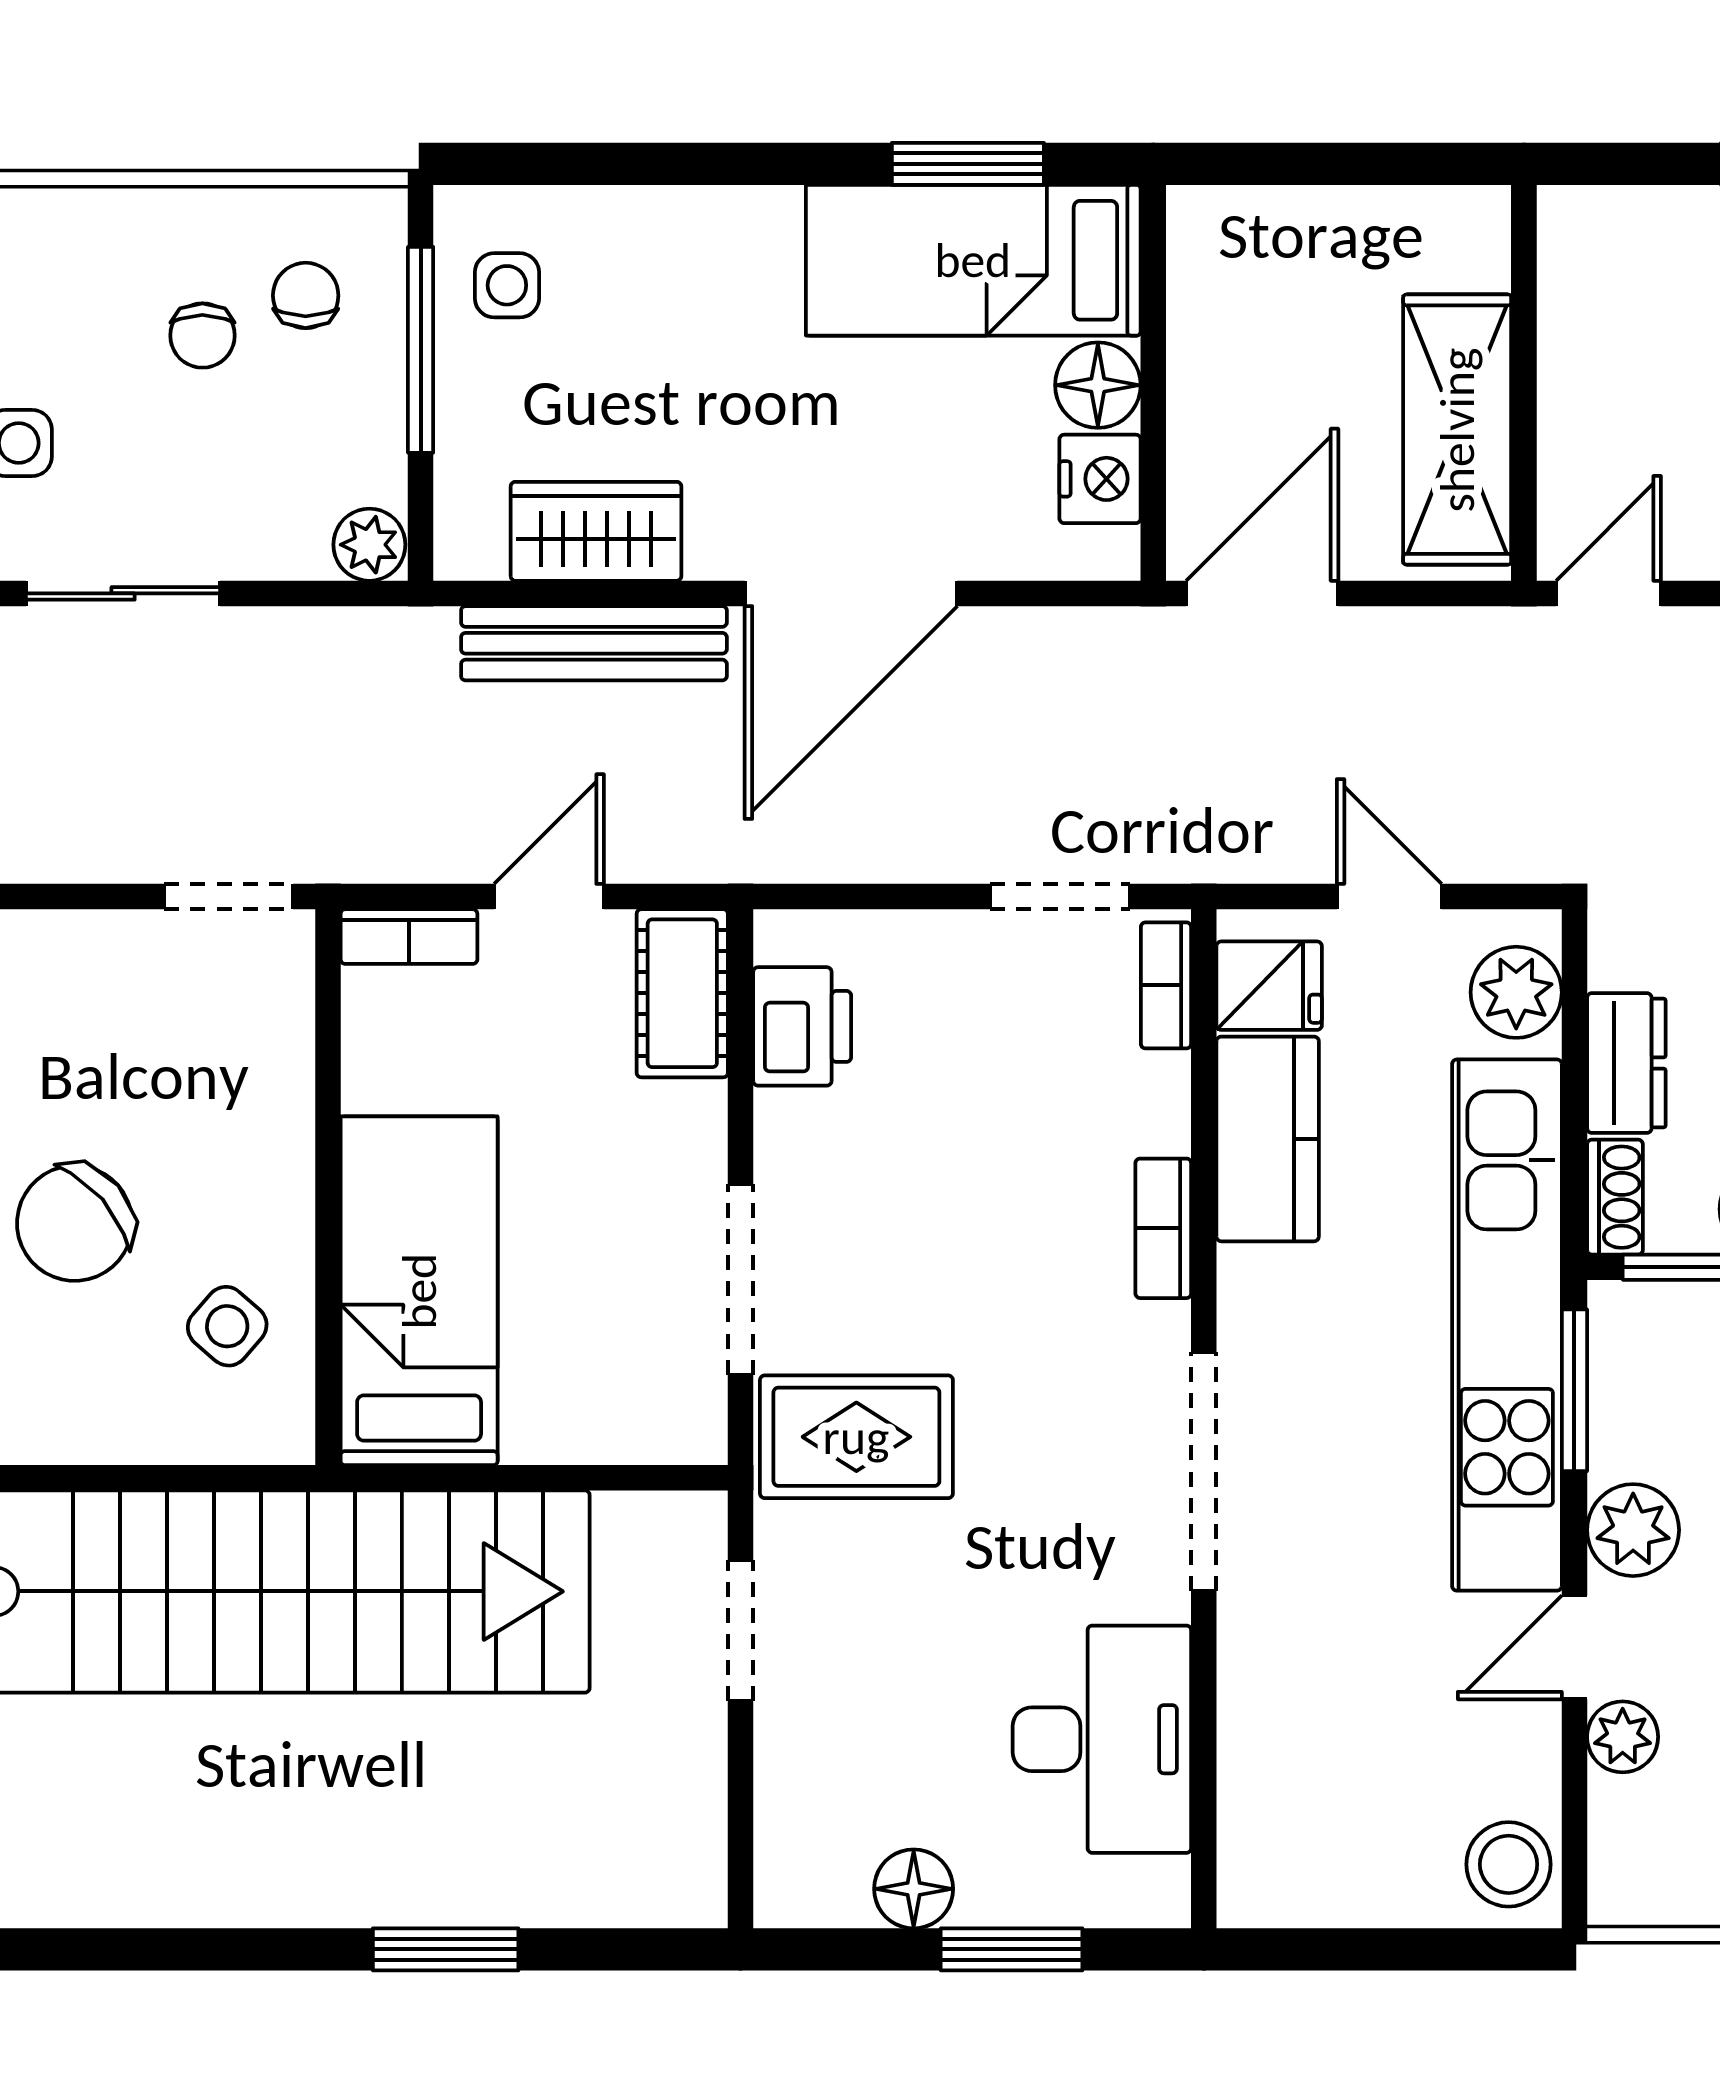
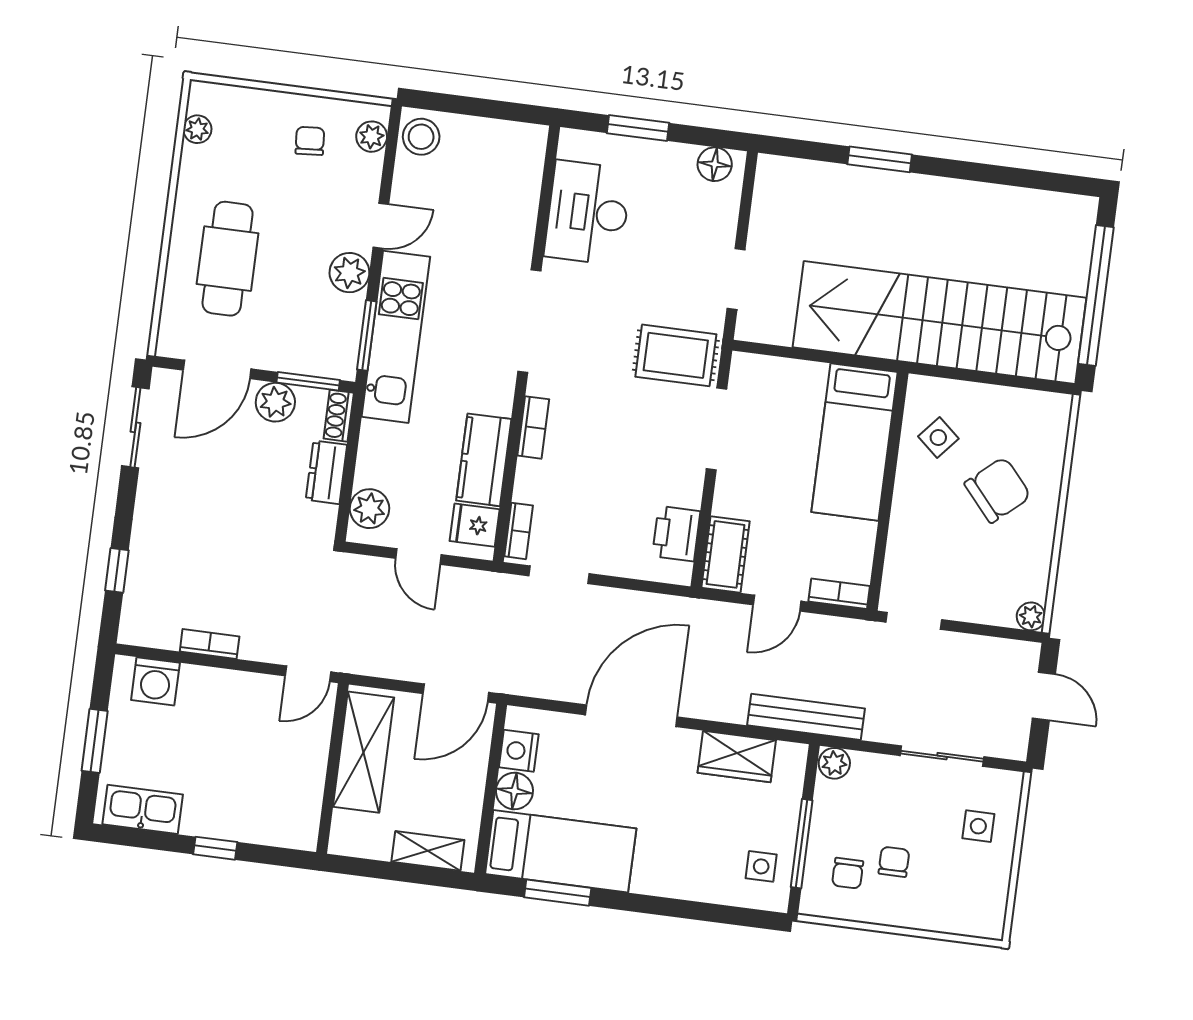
shelving: (1280, 221) -> (428, 851), added
bench: (594, 643) -> (806, 717), moved
kitchen unit: (1507, 1325) -> (396, 337), width x0.73
plant: (1623, 1737) -> (372, 137), moved
floor lamp: (914, 1889) -> (715, 164), moved

